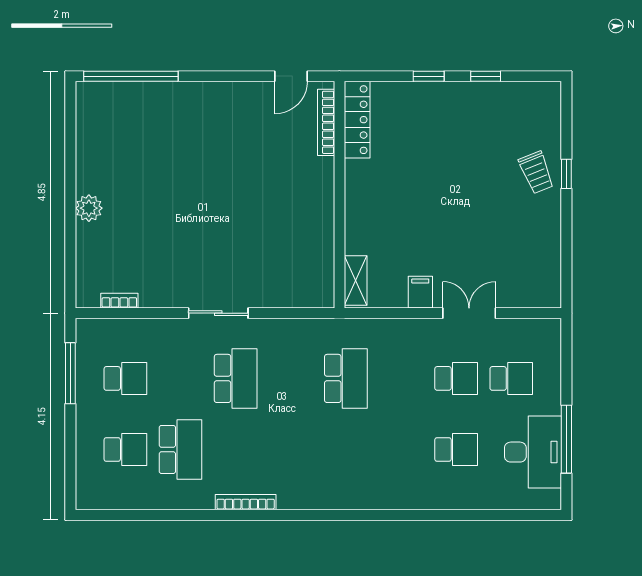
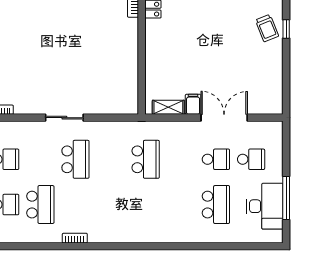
shelving: (356, 281) -> (168, 107), moved, turned 90
double door: (469, 313) -> (224, 118), width x1.37
school desk: (456, 449) -> (216, 205), width x1.85
bookcase: (246, 502) -> (75, 238), width x0.64

